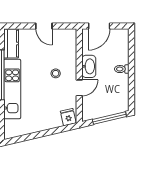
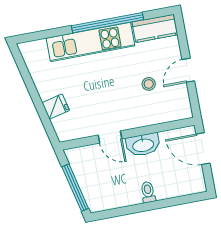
stool: (56, 73) -> (149, 84), moved
fridge: (68, 117) -> (56, 107), moved

